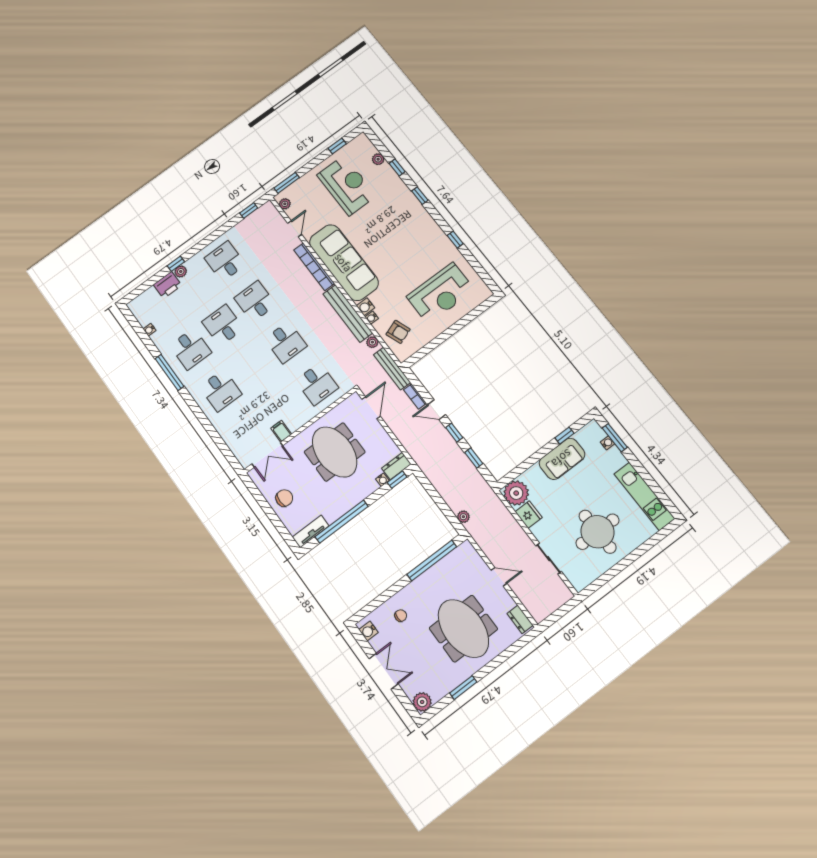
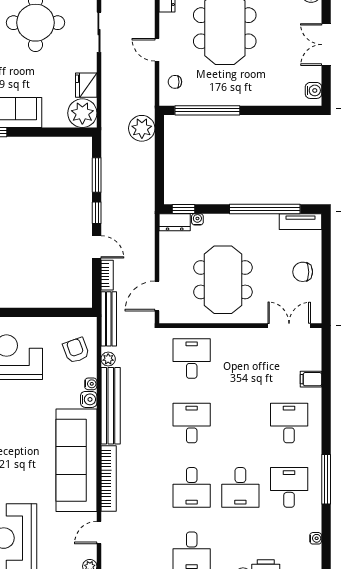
filing cabinet: (281, 431) -> (311, 379), moved, turned 90
window: (474, 458) -> (97, 175), width x1.50
plant: (463, 517) -> (142, 128), width x1.87, depth x1.87
chair: (401, 616) -> (175, 82), moved

